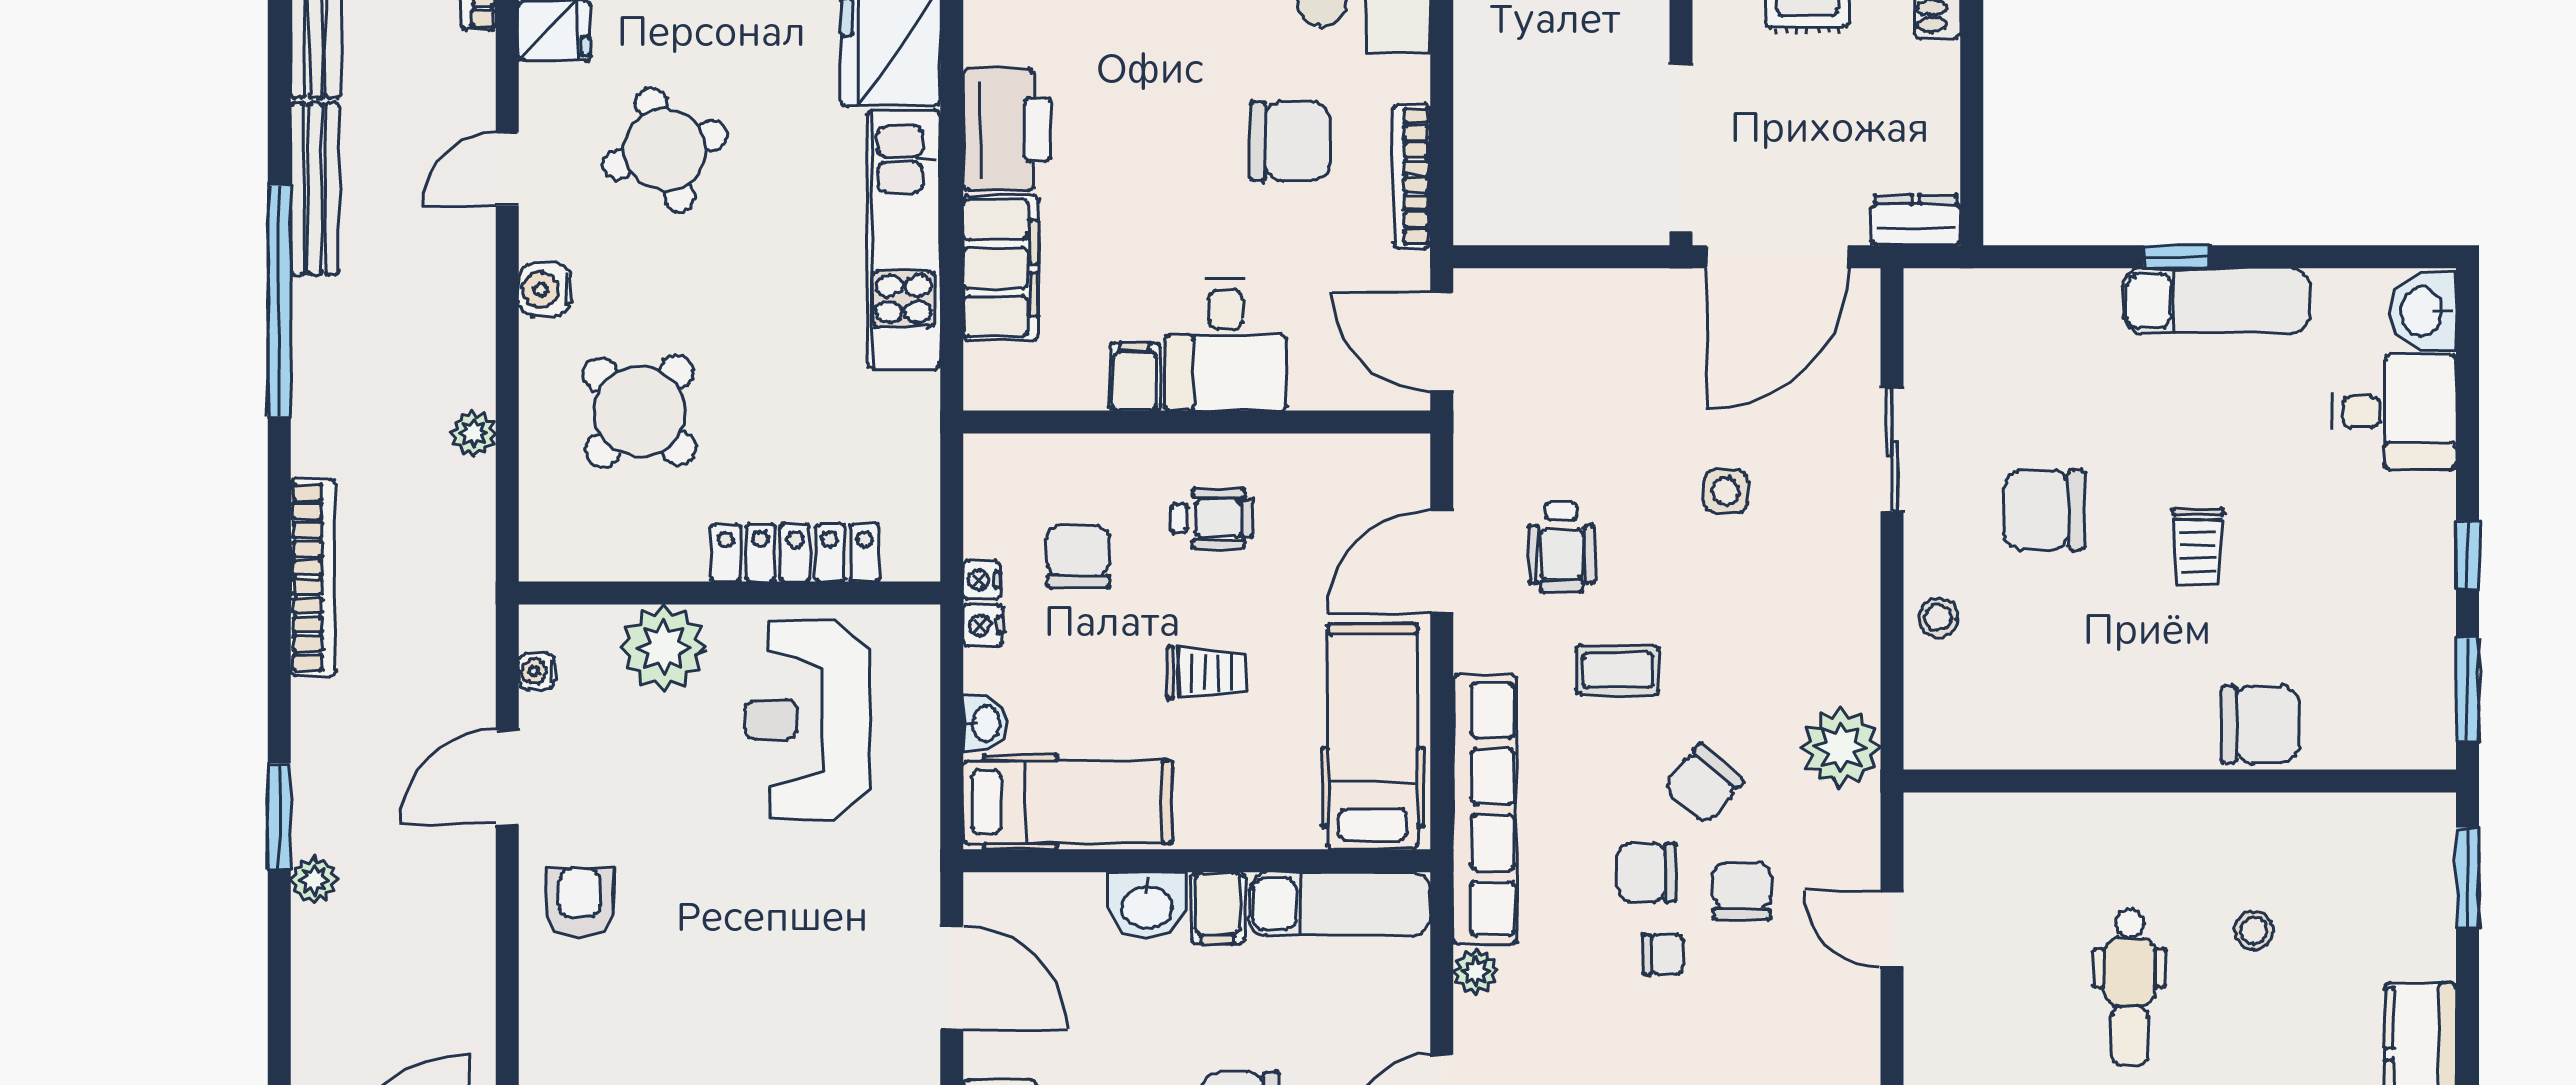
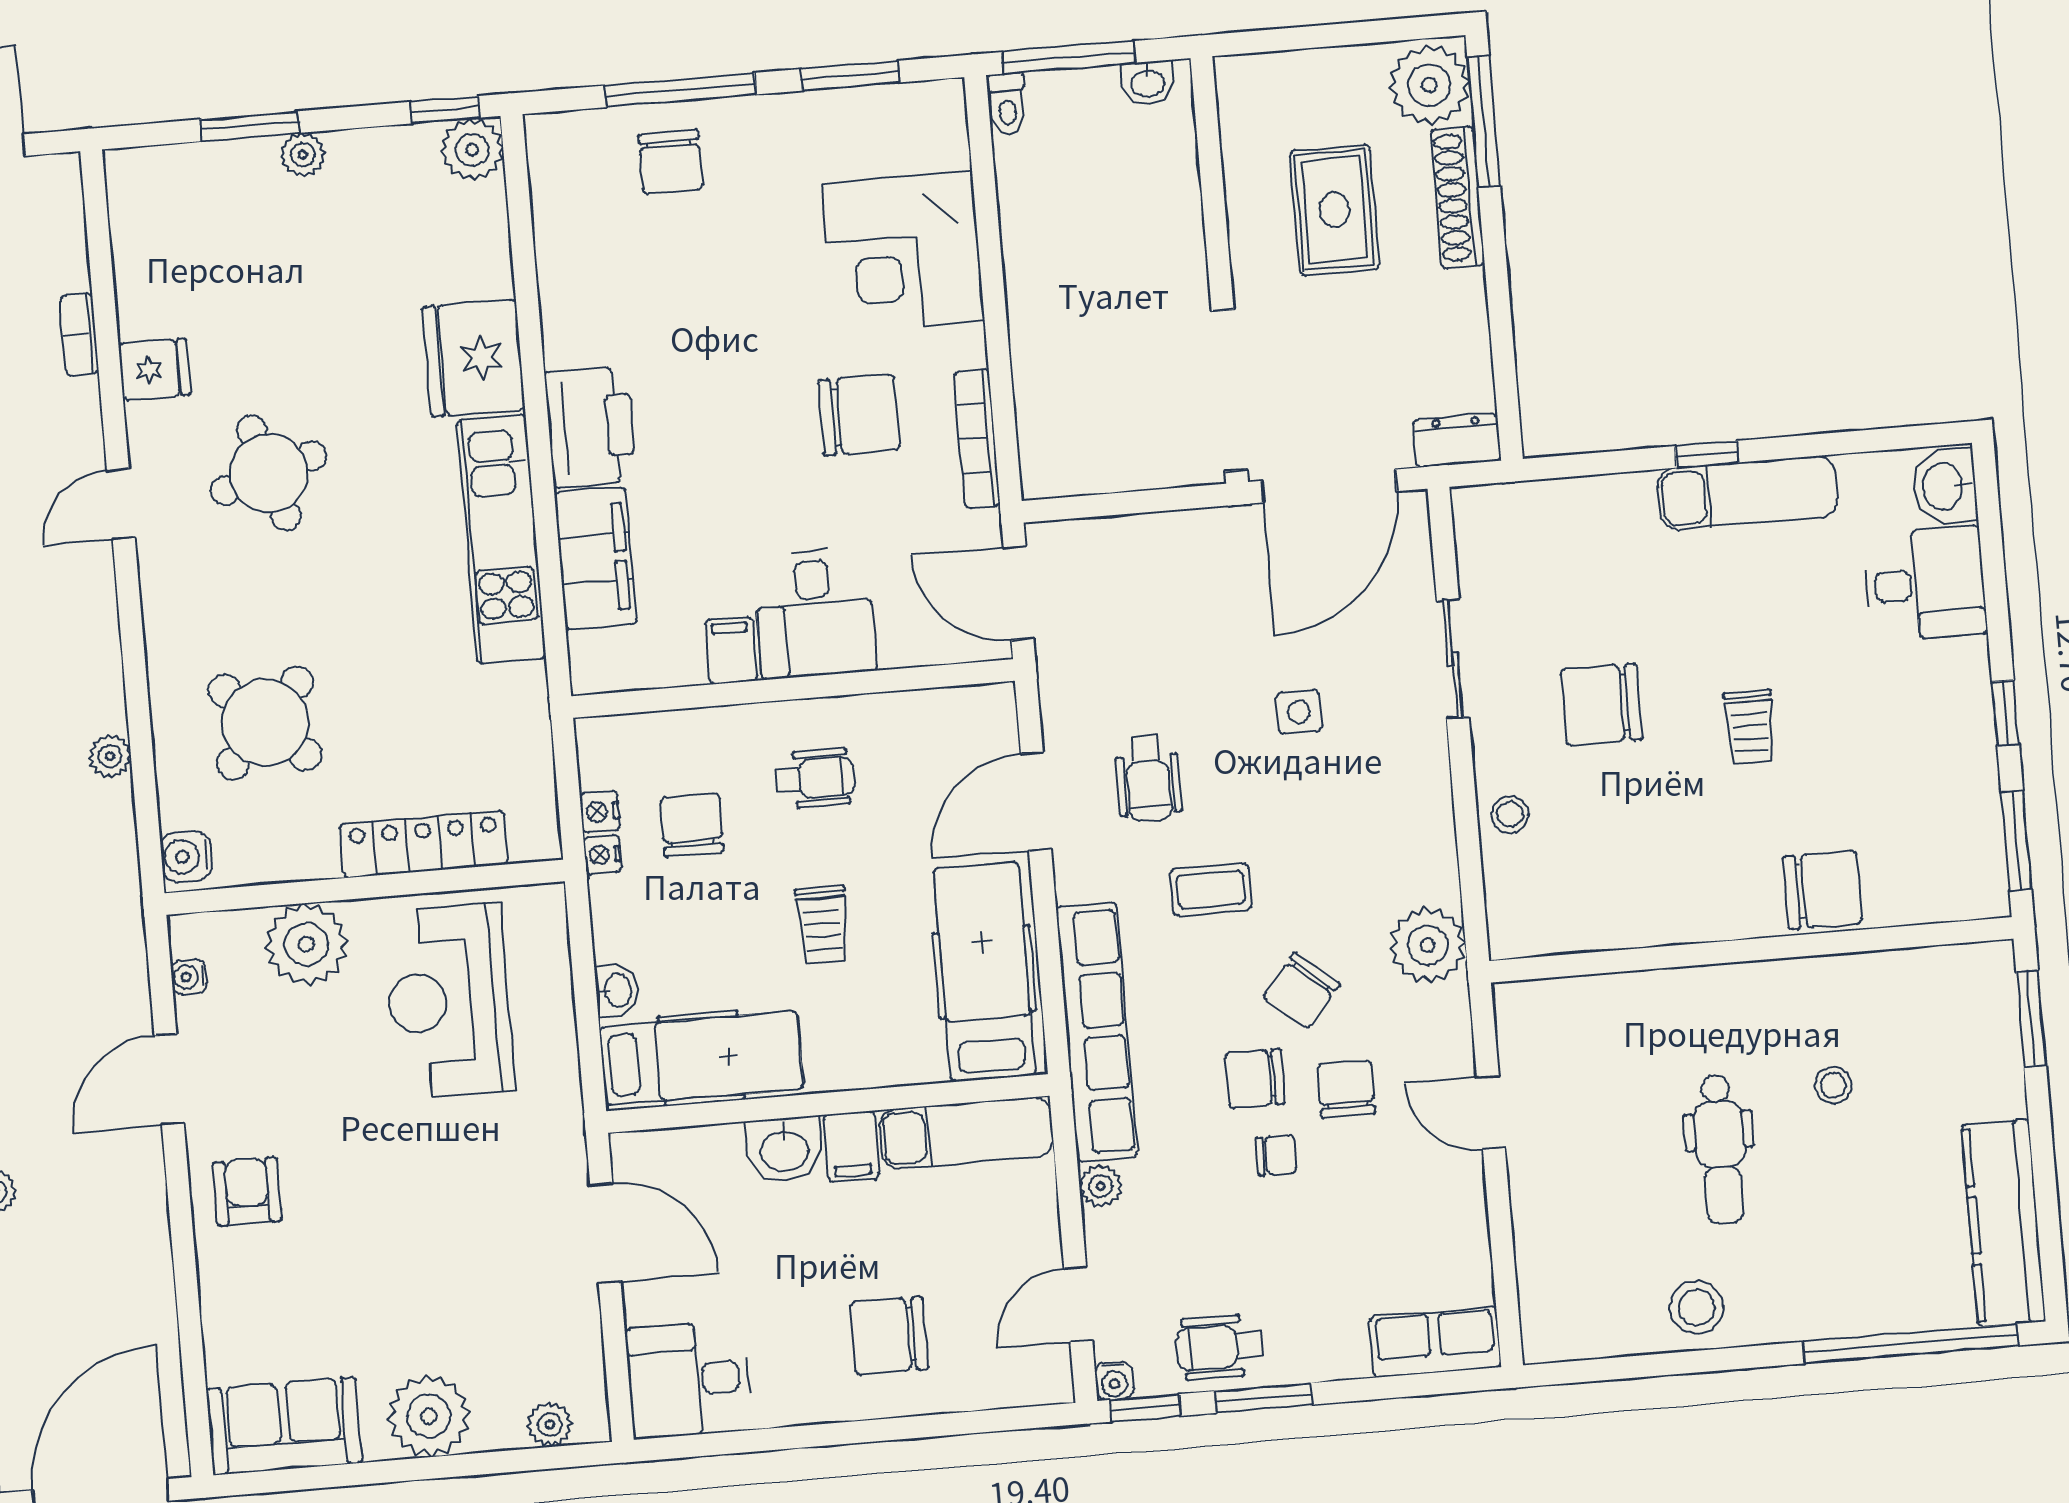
water cooler: (545, 289) -> (186, 857), moved
nightstand: (983, 625) -> (600, 812), moved
trolley: (1207, 673) -> (822, 925), turned 90

